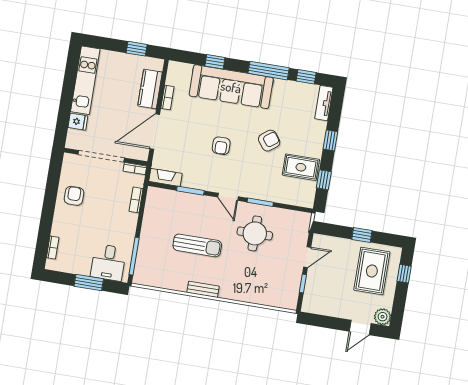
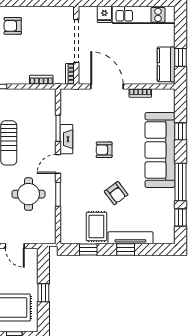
kitchen counter: (150, 89) -> (166, 64), moved, turned -90
tv unit: (324, 103) -> (130, 238), moved, width x1.41
fireplace: (165, 177) -> (66, 139), moved
armchair: (74, 196) -> (13, 26), moved, turned 180

